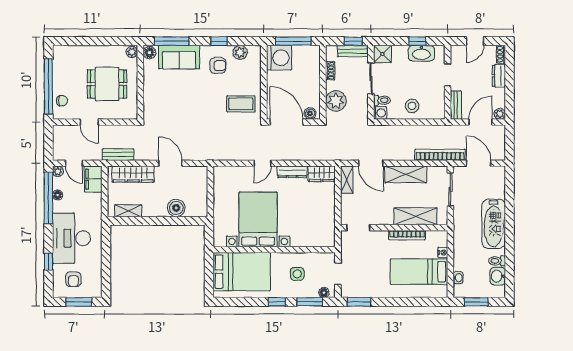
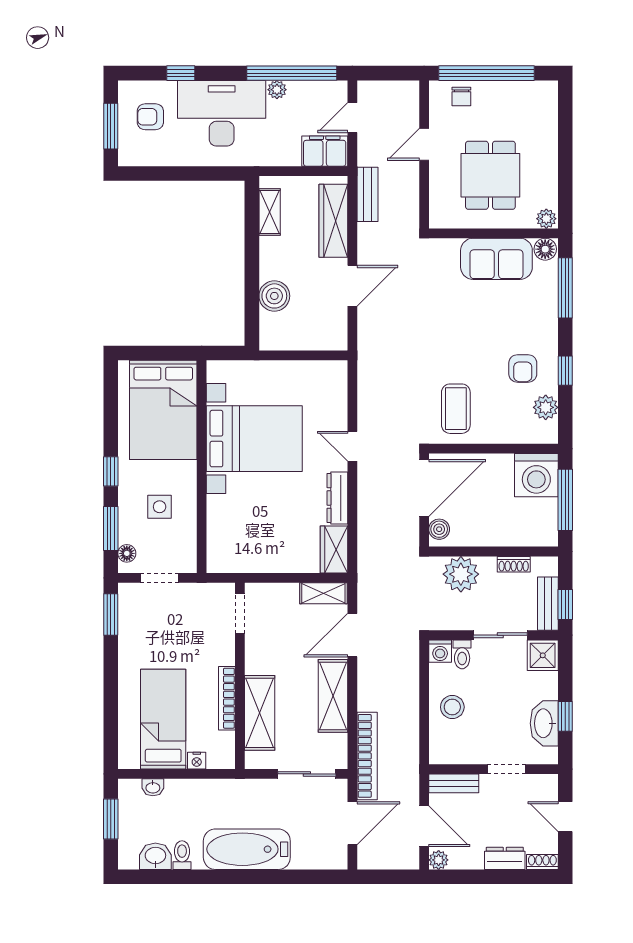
sofa: (179, 57) -> (496, 259), moved, turned -90
plant: (58, 171) -> (277, 90), moved
floor lamp: (58, 195) -> (297, 89), removed

